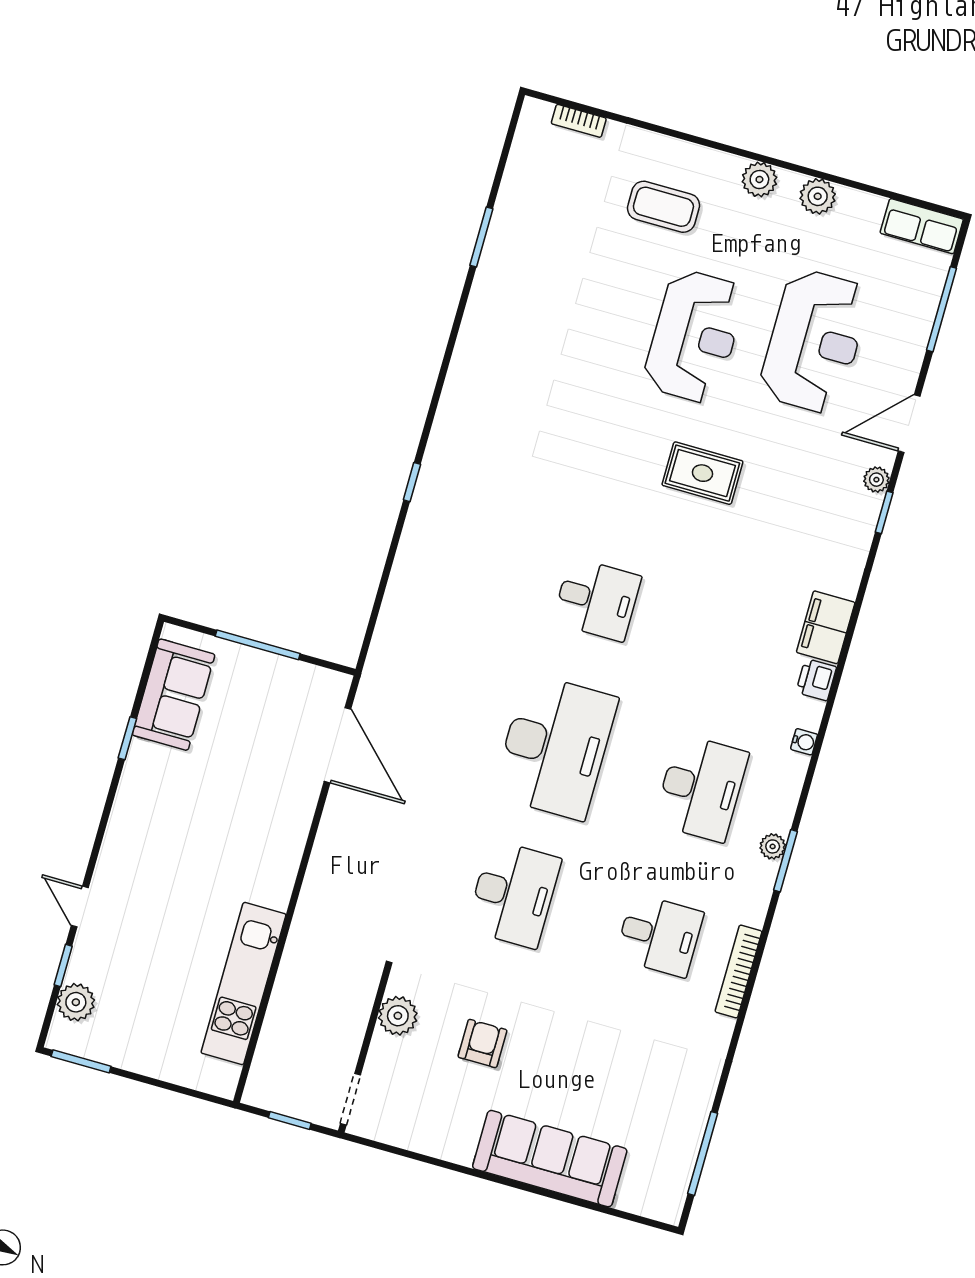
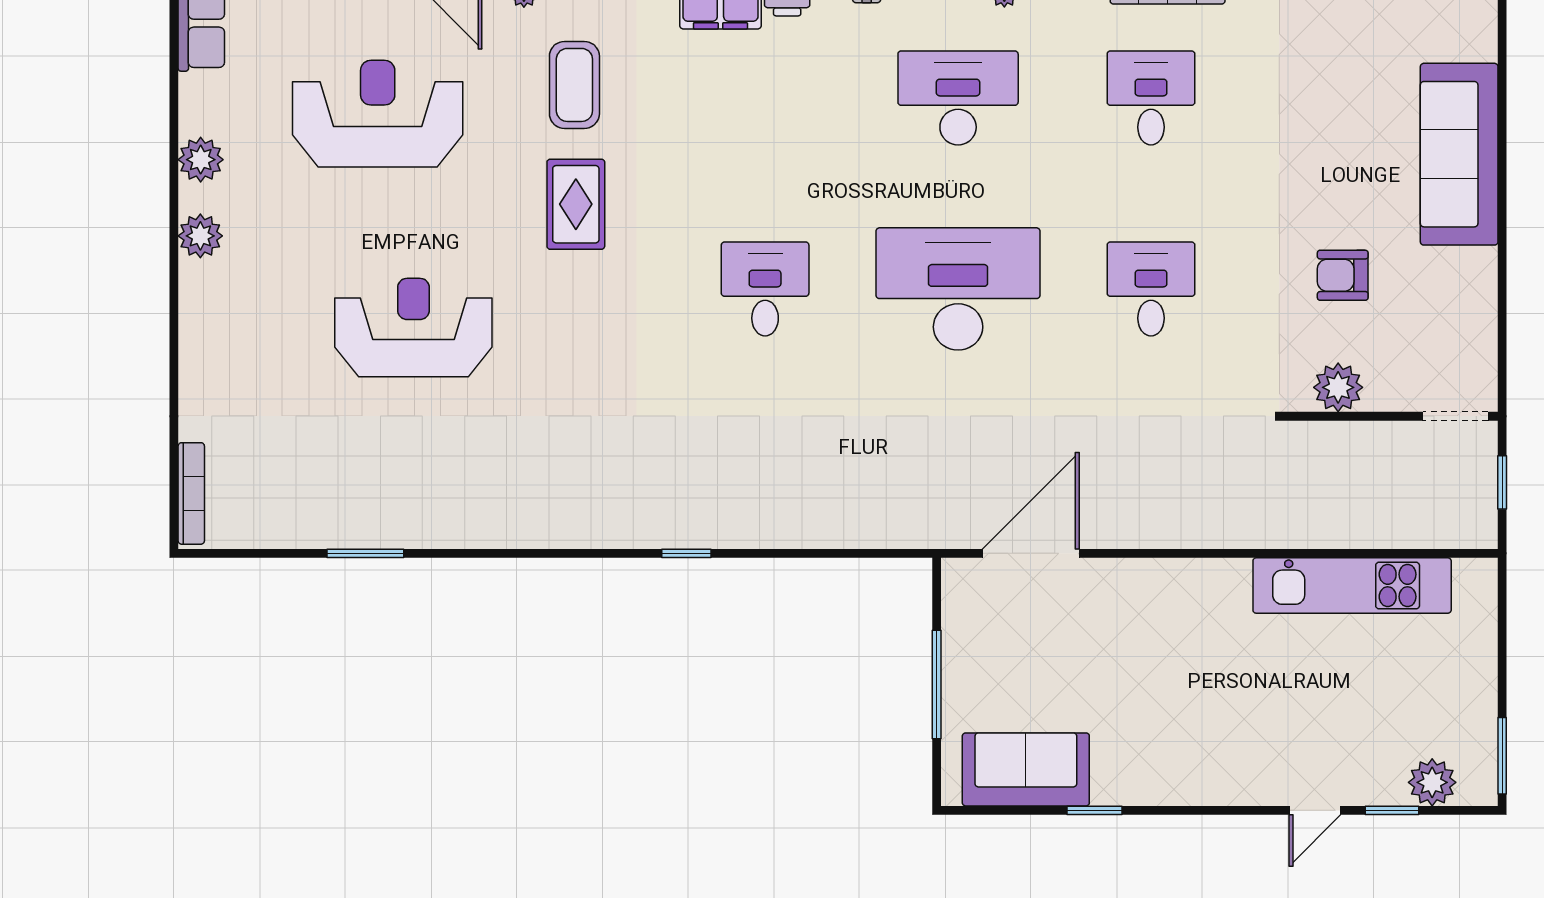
bookcase: (579, 121) -> (191, 493), width x1.56
coffee table: (663, 207) -> (574, 85), moved
reception desk: (694, 336) -> (413, 328), moved
desk: (513, 894) -> (1151, 289), width x0.73

